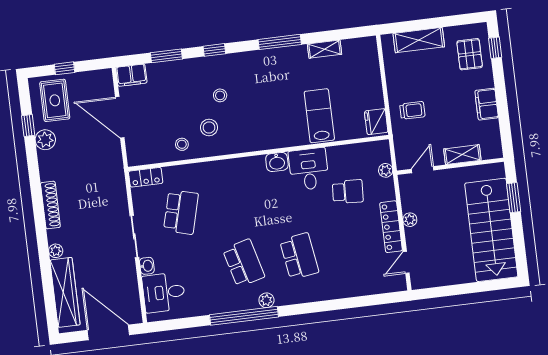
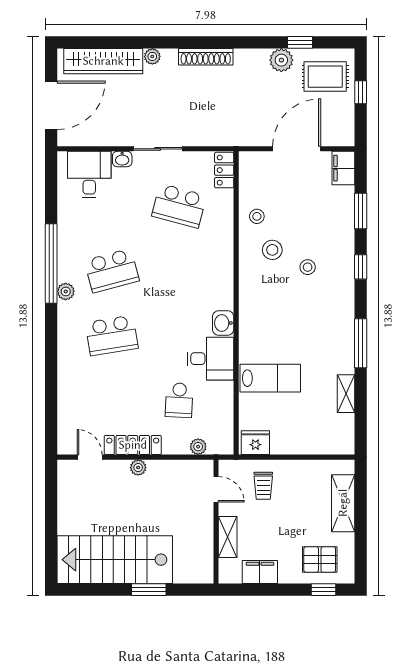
shelving: (462, 155) -> (228, 537), moved
wall: (450, 166) -> (216, 522), moved
door: (423, 170) -> (216, 489), moved

